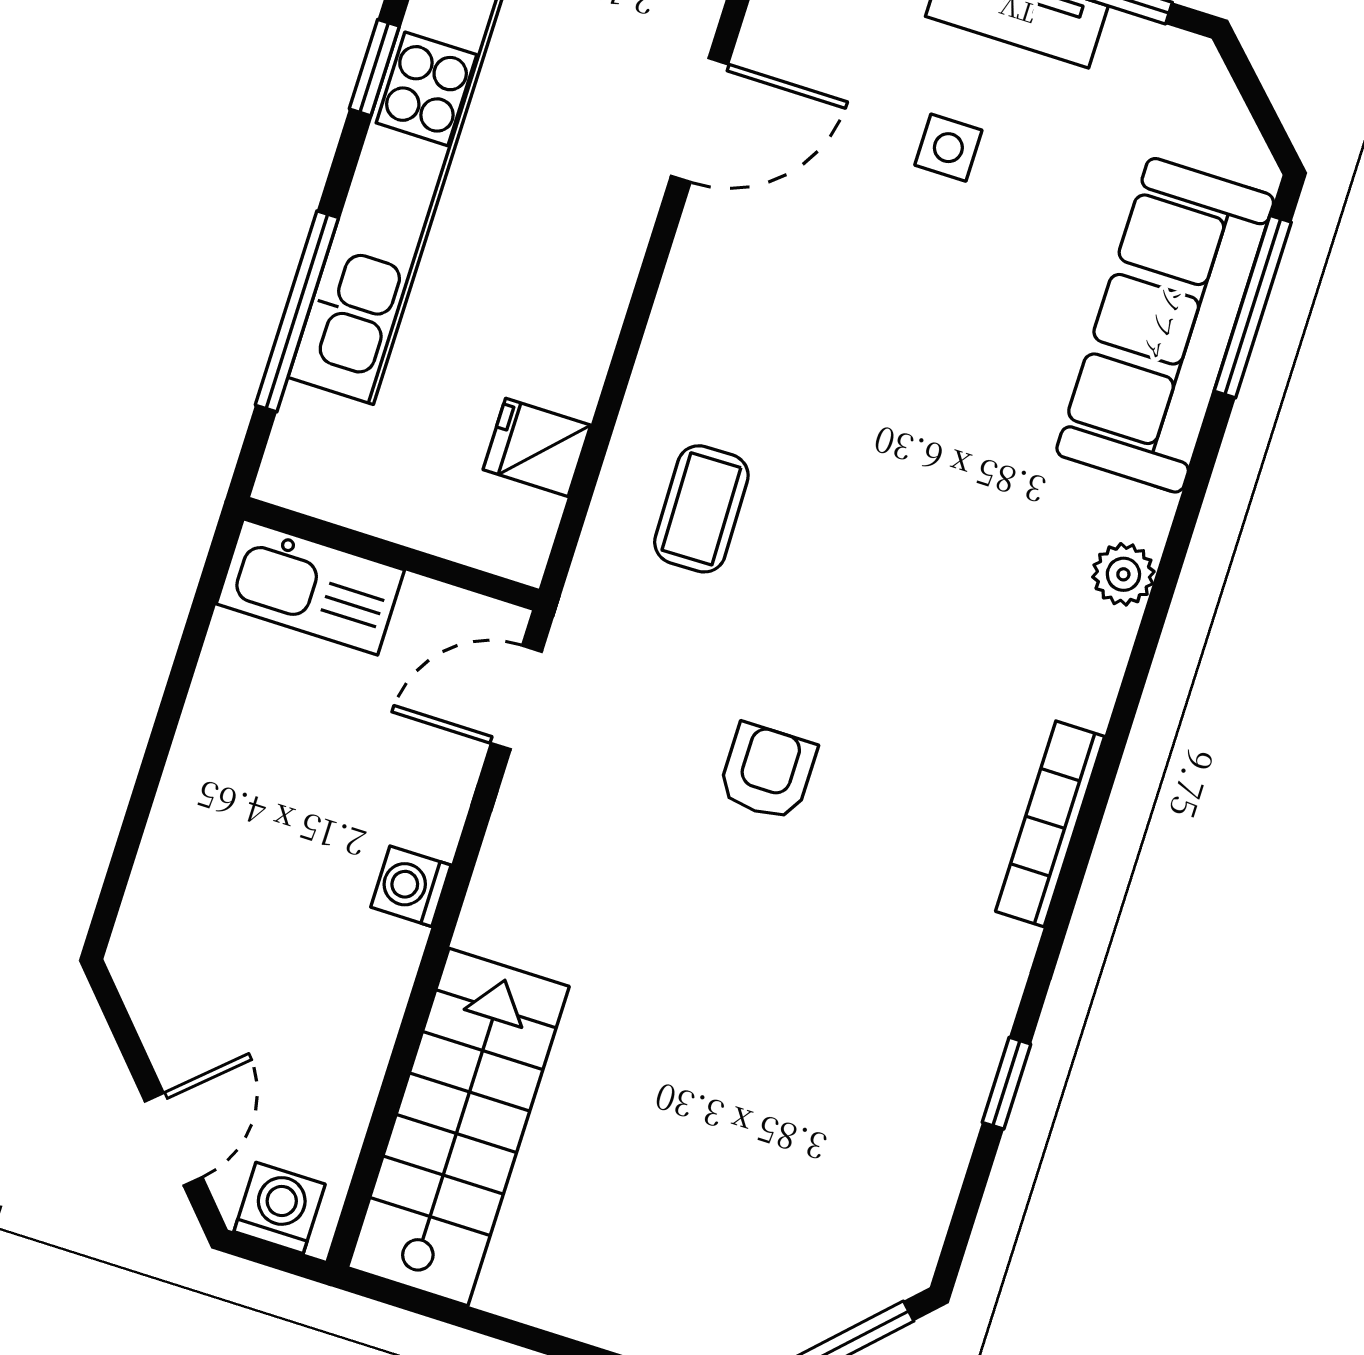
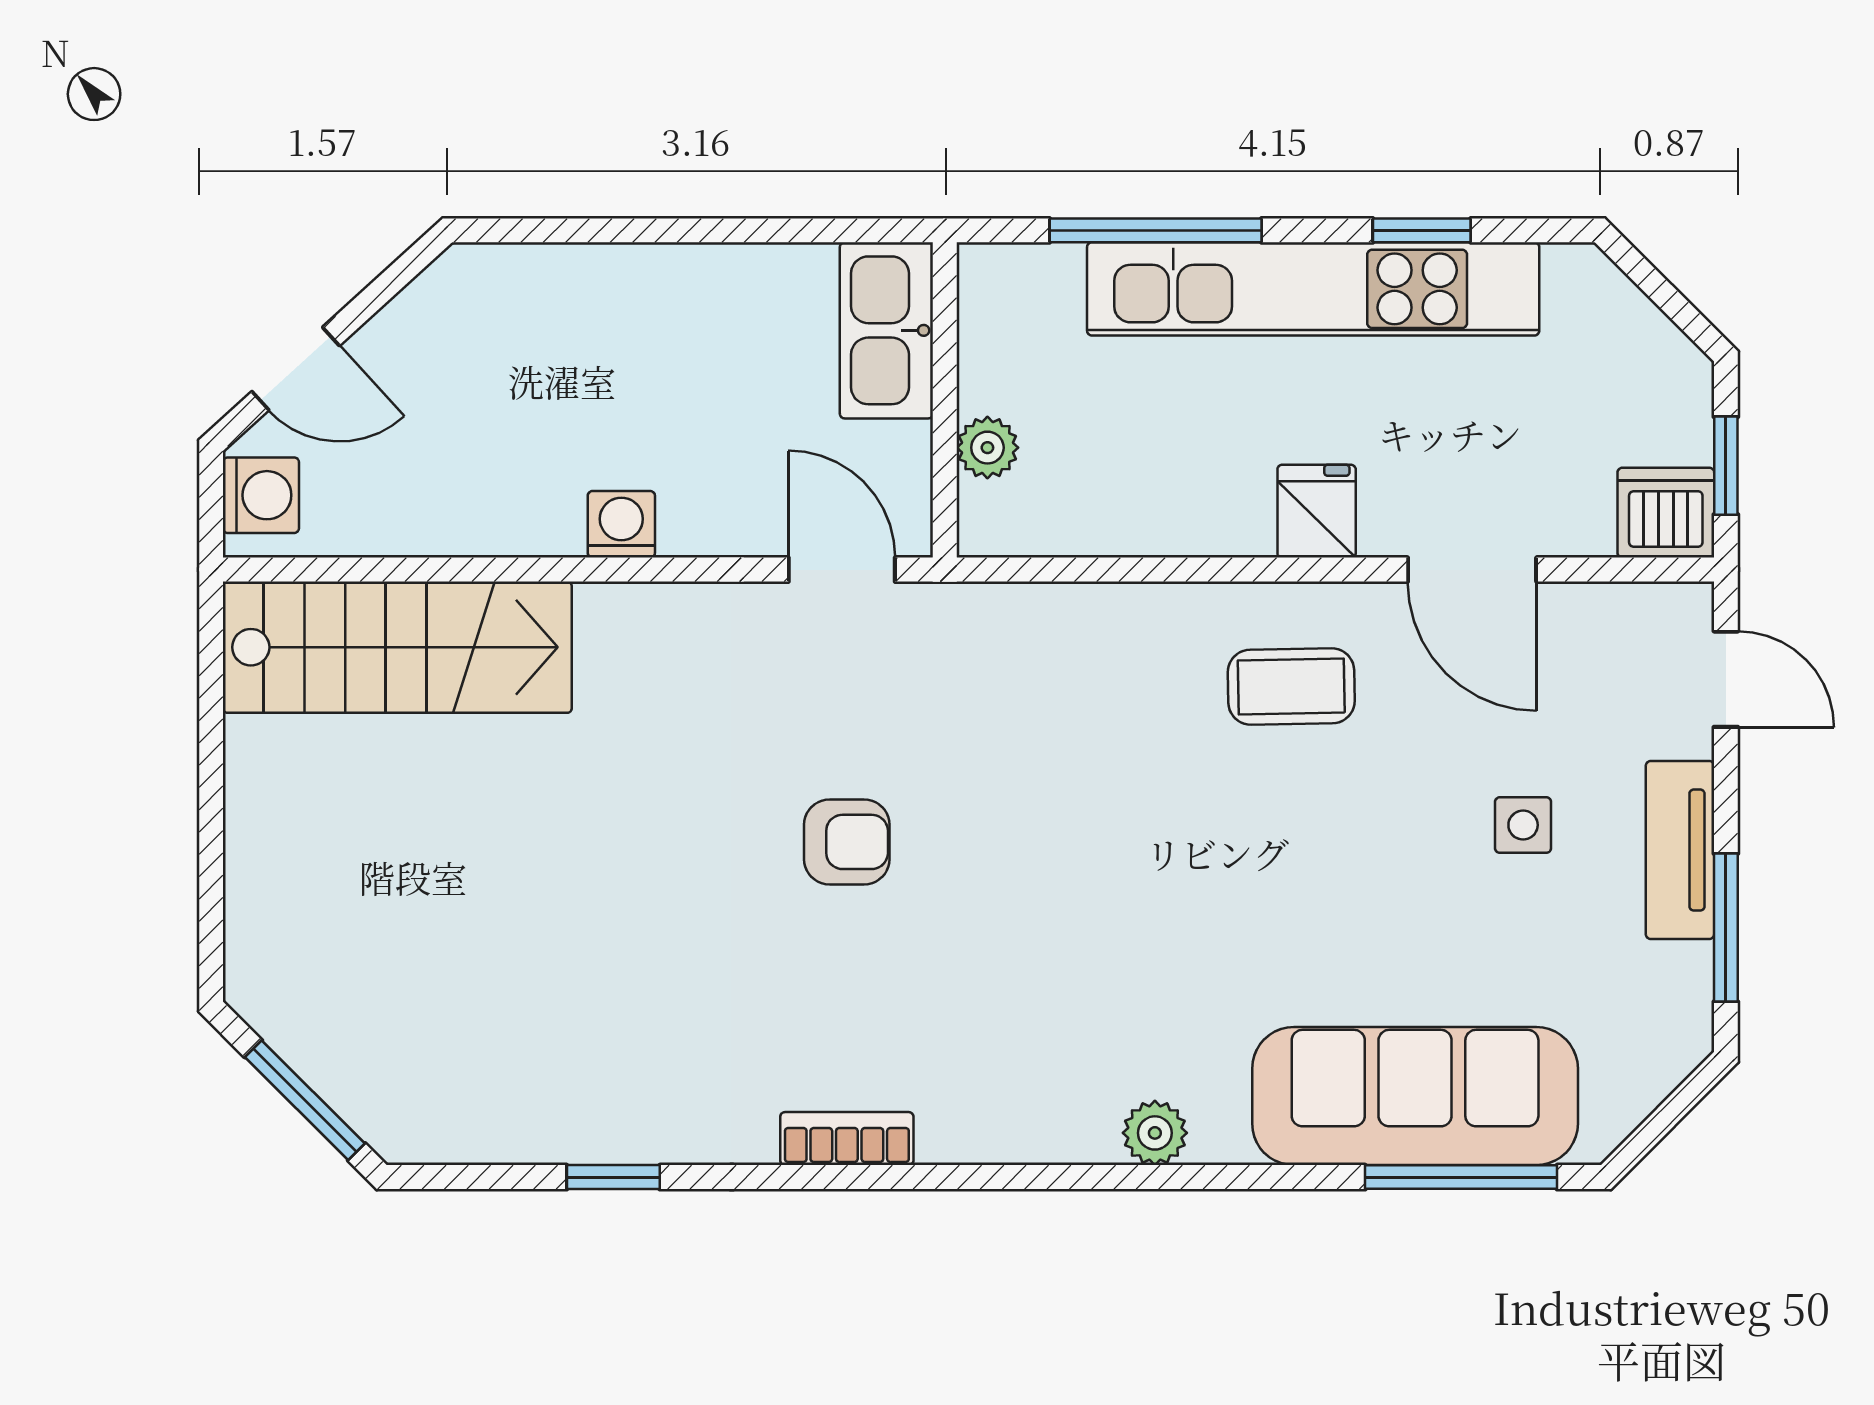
fridge: (537, 447) -> (1317, 511), moved
coffee table: (701, 509) -> (1291, 687), moved
plant: (447, 528) -> (987, 448), added
bookcase: (1050, 824) -> (847, 1139), width x0.64

